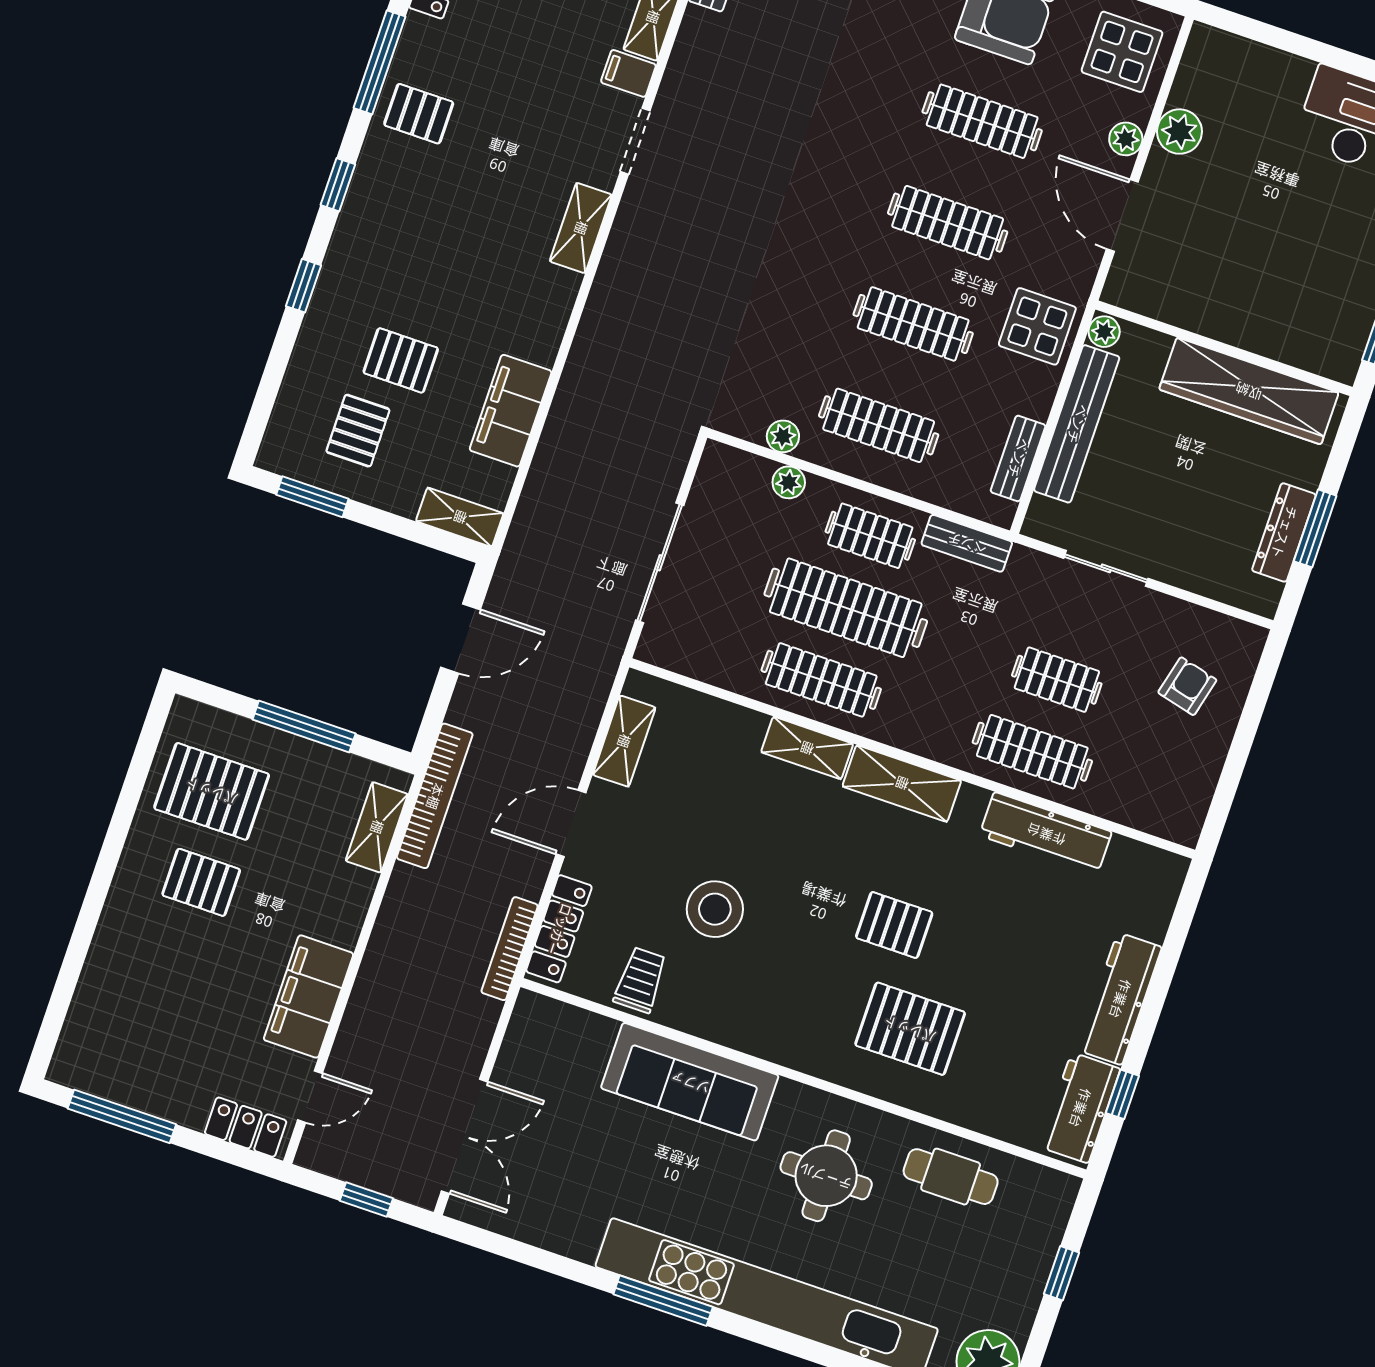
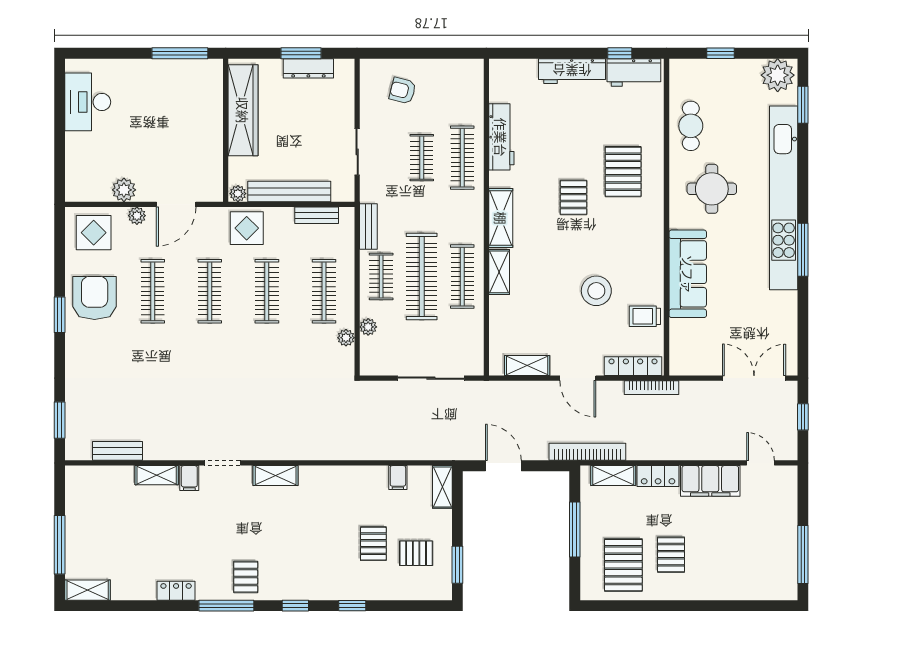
filing cabinet: (511, 411) -> (398, 478), width x0.33, depth x0.86
locker: (246, 1127) -> (658, 476), moved, turned -90

